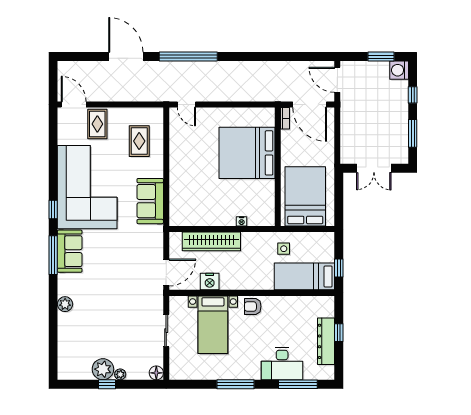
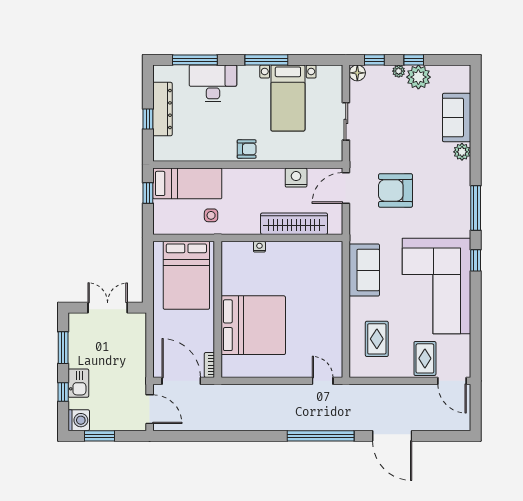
kitchen sink: (399, 102) -> (78, 383), added
sofa: (70, 251) -> (457, 118), moved
armchair: (123, 270) -> (395, 190), added
bed with nightstands: (213, 325) -> (288, 98), moved, turned 180
window: (141, 384) -> (374, 60), added

